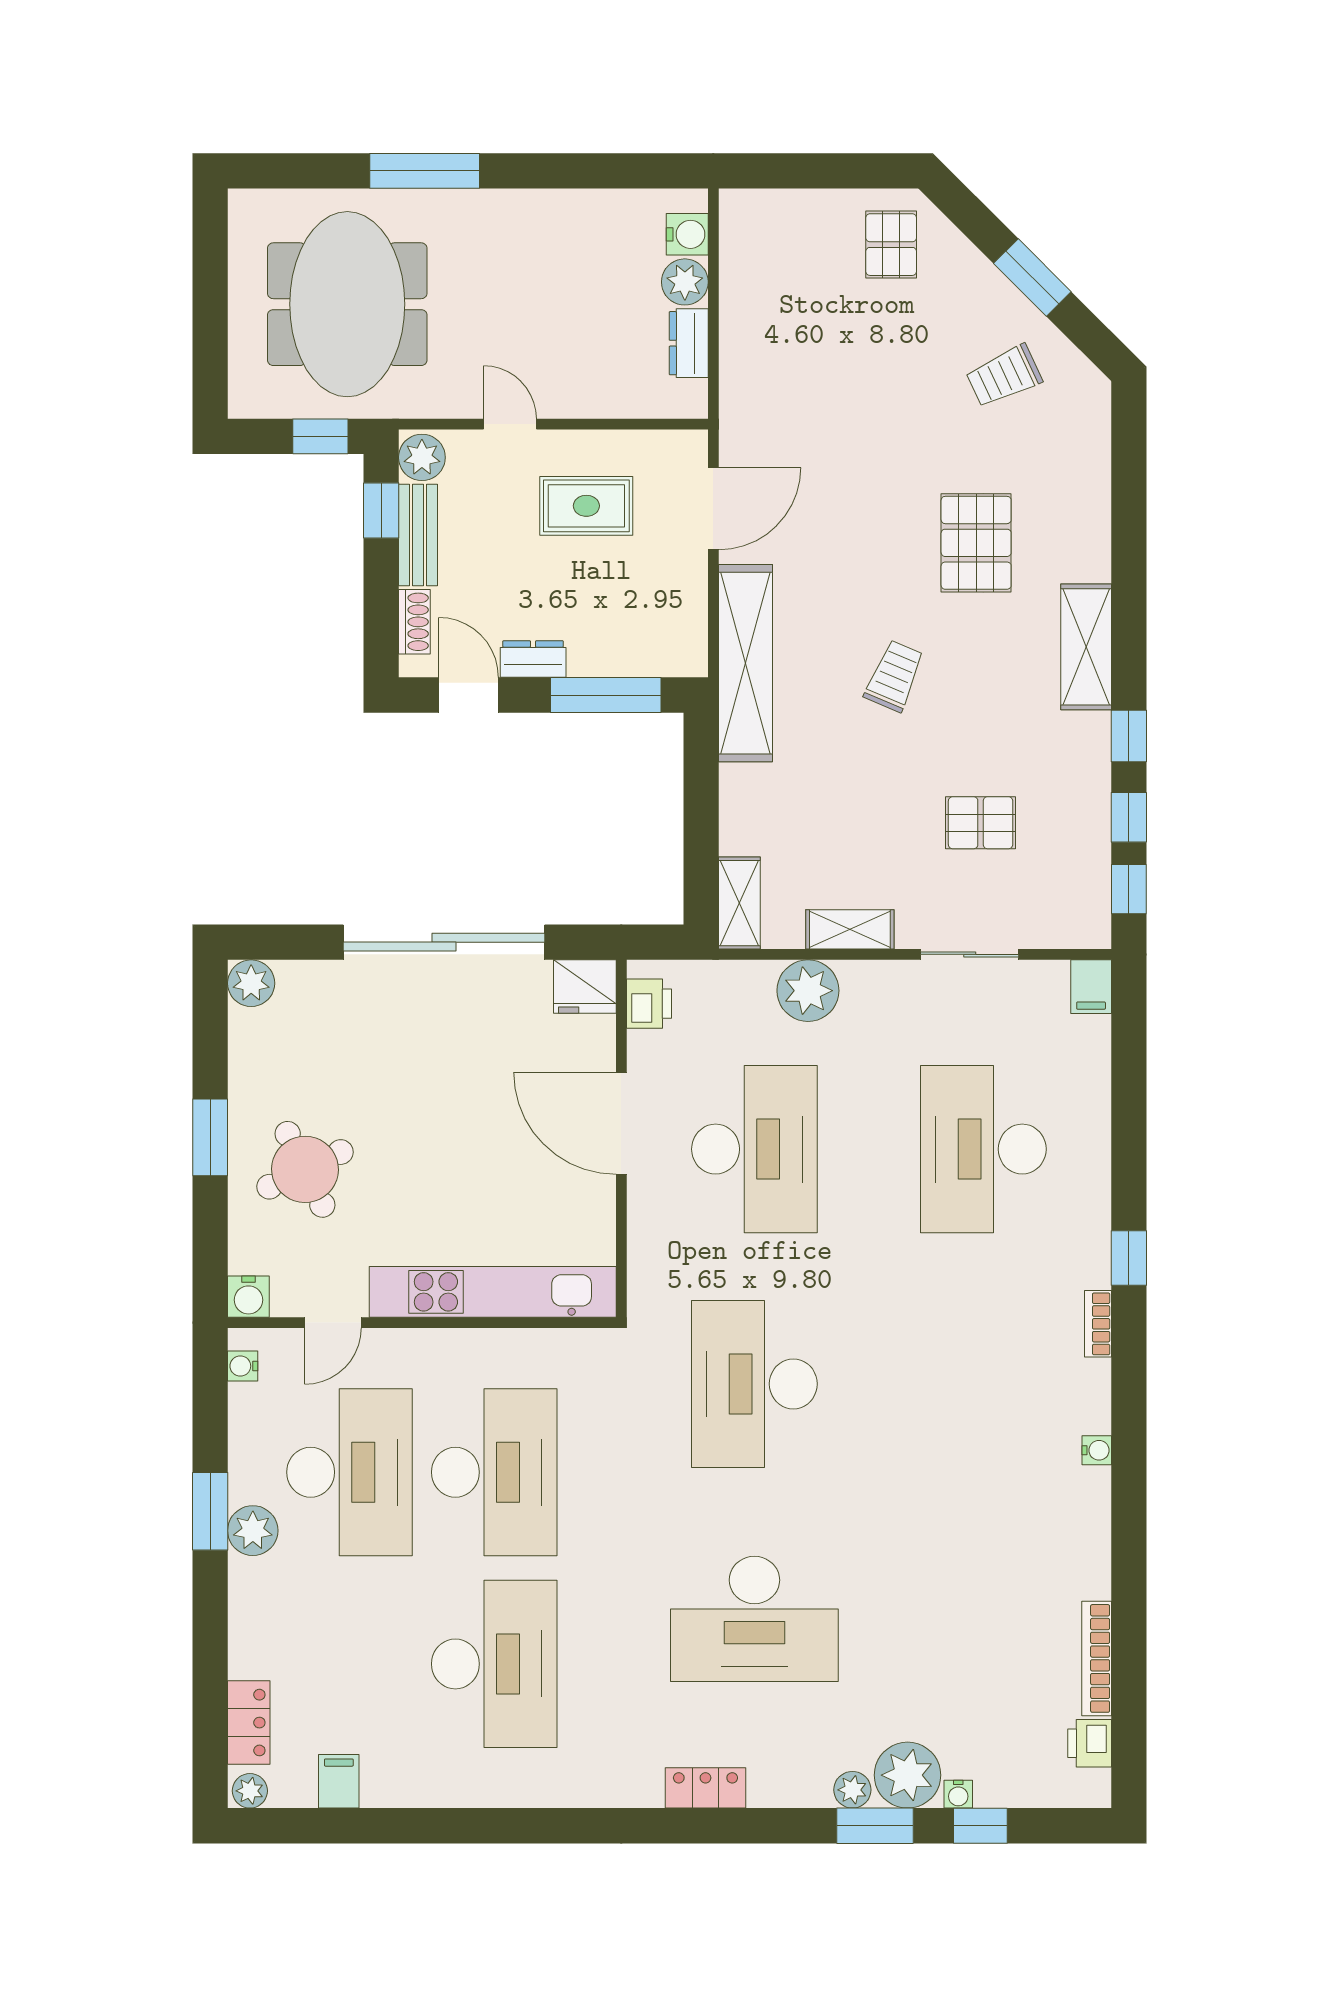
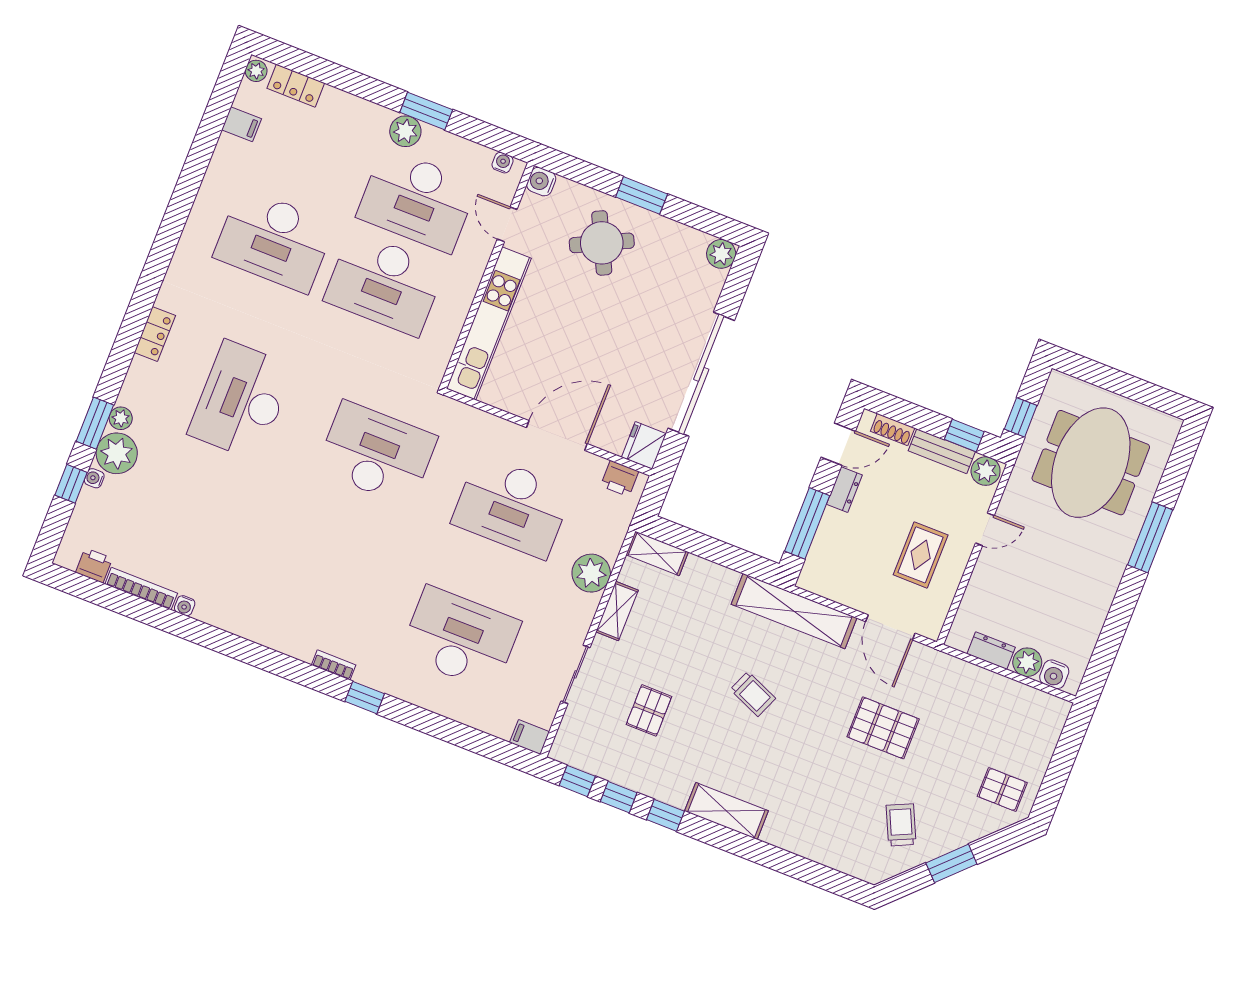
meeting table: (347, 304) -> (1091, 463), turned 90
pallet: (976, 543) -> (883, 728), moved
water cooler: (1097, 1450) -> (185, 606), moved

